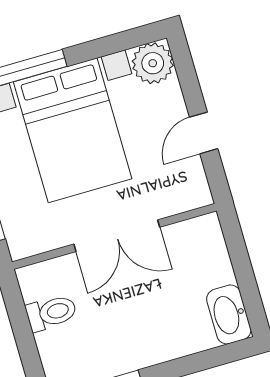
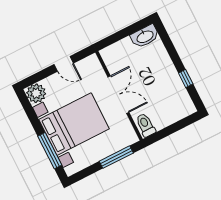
toilet: (51, 313) -> (146, 125), moved

